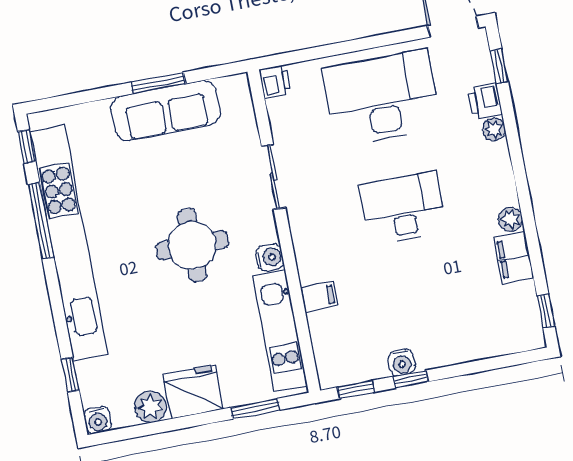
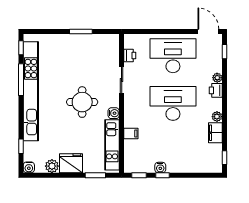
printer: (275, 82) -> (130, 56), moved
printer: (485, 101) -> (216, 90), moved
sofa: (166, 110) -> (82, 44), removed
desk: (403, 208) -> (173, 103), width x1.36, depth x1.30

